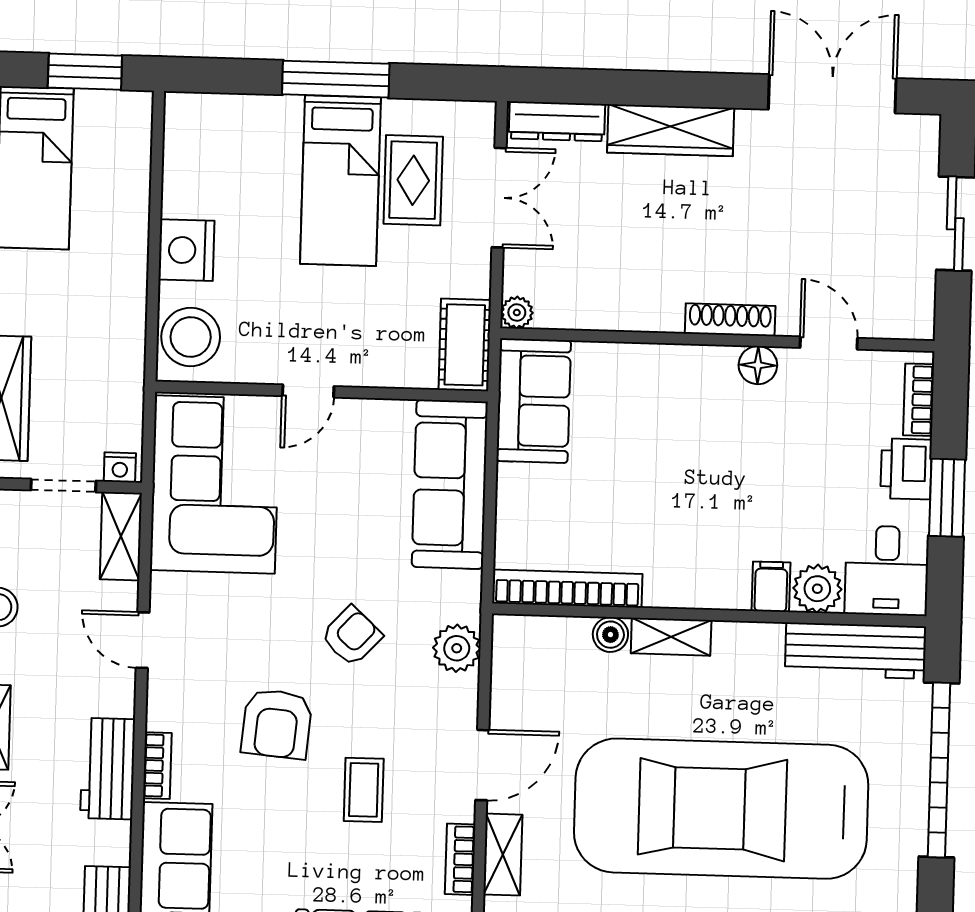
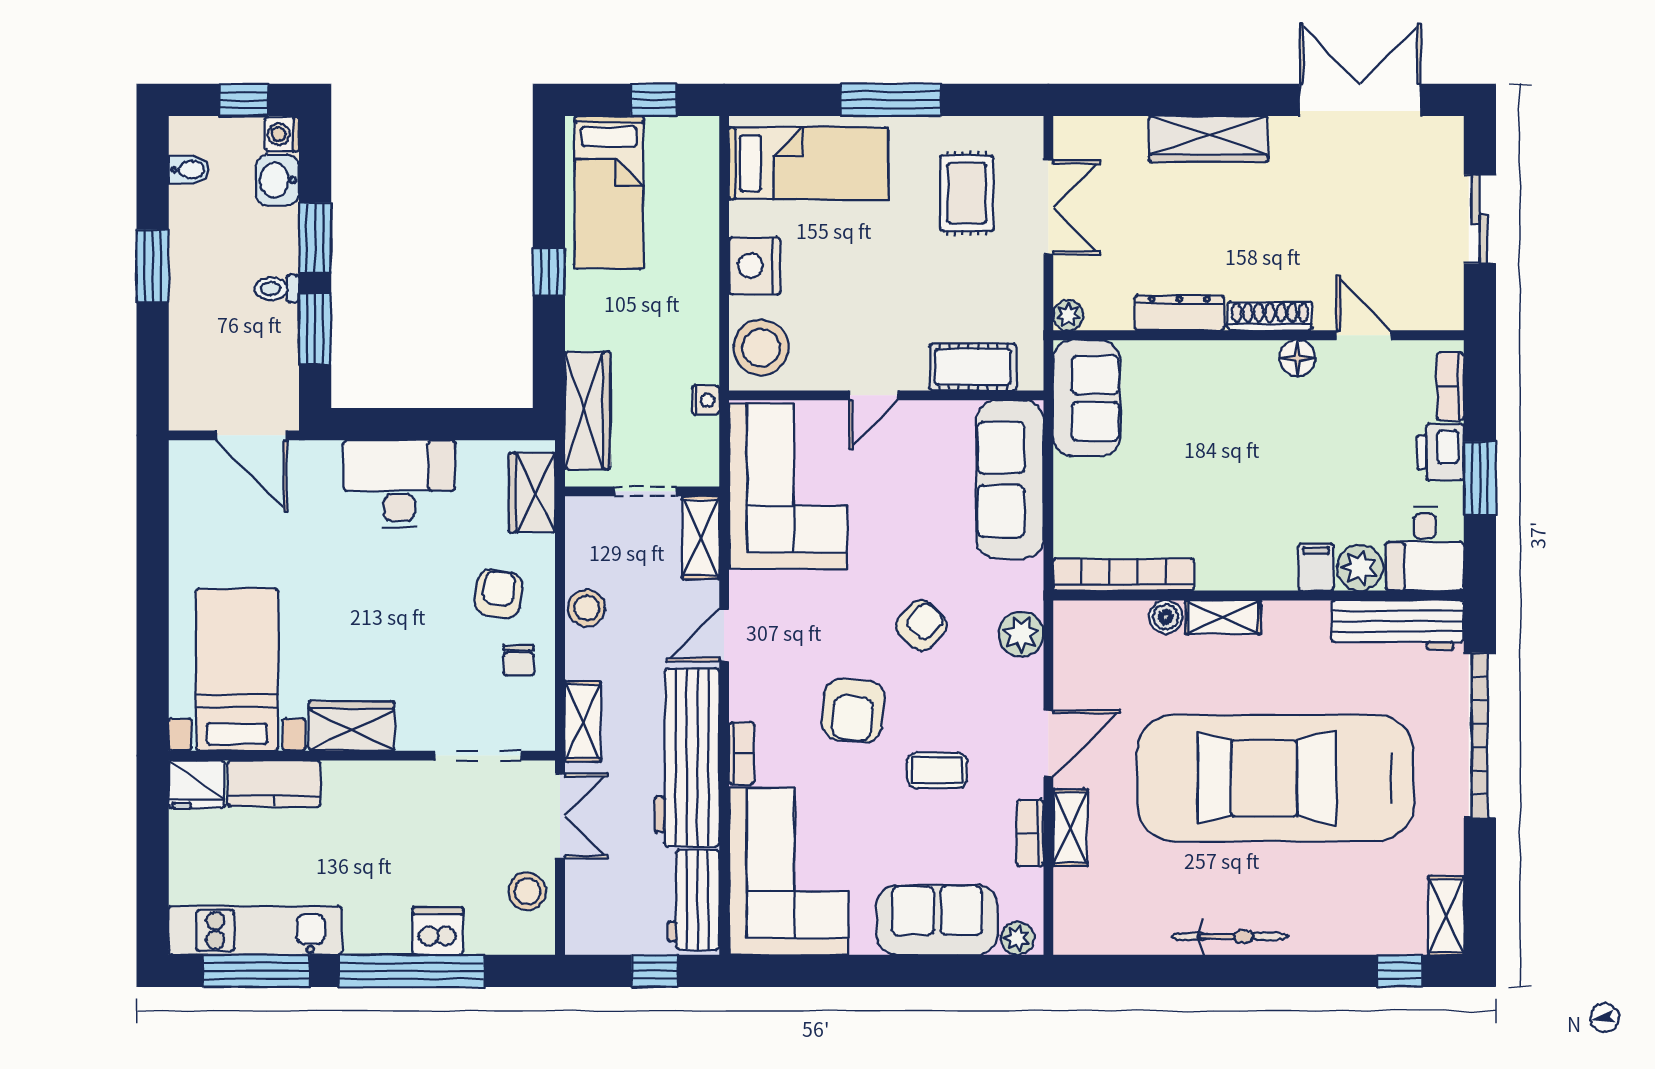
window: (85, 72) -> (654, 100), width x0.67
dresser: (557, 121) -> (1179, 313), moved, turned 180
bed: (340, 181) -> (809, 163), moved, turned -90
cot: (465, 345) -> (973, 367), moved, turned 90
nightstand: (120, 467) -> (705, 400), moved, turned -90
door: (143, 640) -> (724, 635), hinge flipped
workbench: (108, 769) -> (687, 757), width x1.88, depth x1.32
coffee table: (364, 790) -> (937, 770), turned 90

